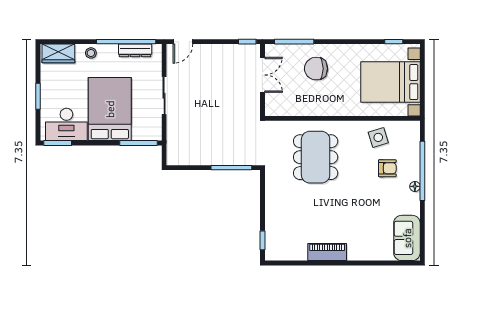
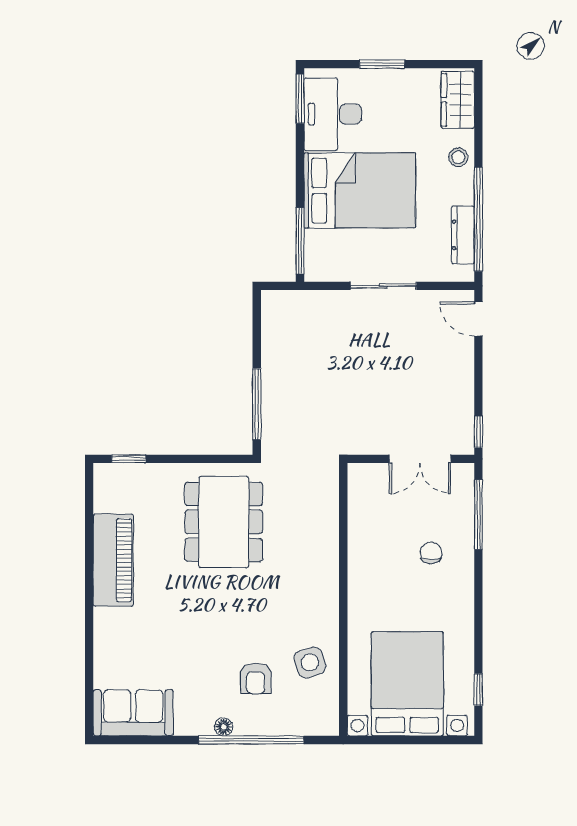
chair: (316, 69) -> (431, 553), width x0.54, depth x0.54
dining table: (316, 157) -> (224, 522), moved, turned 90
piano: (327, 252) -> (113, 560), width x1.37, depth x1.33

